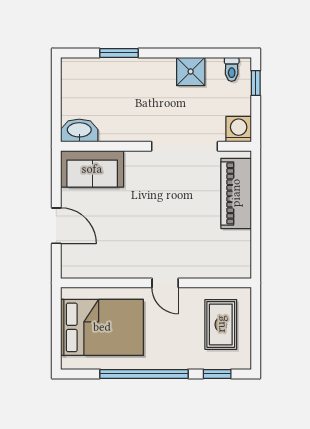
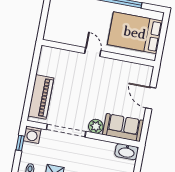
window: (256, 83) -> (20, 143), moved
plant: (137, 162) -> (96, 126), added
rug: (221, 324) -> (65, 21), removed

